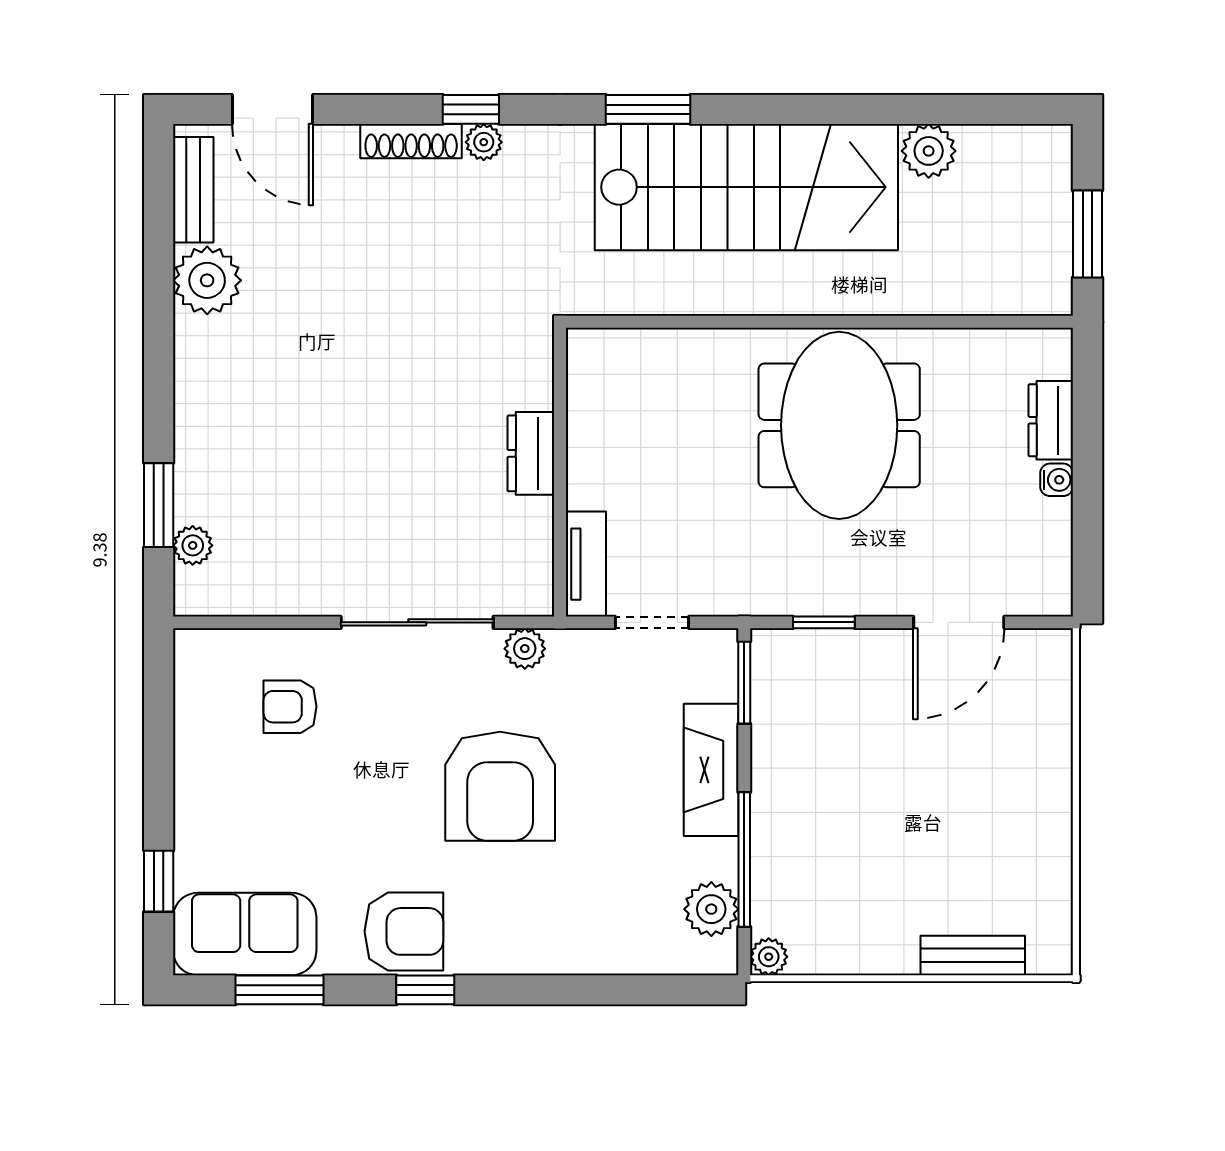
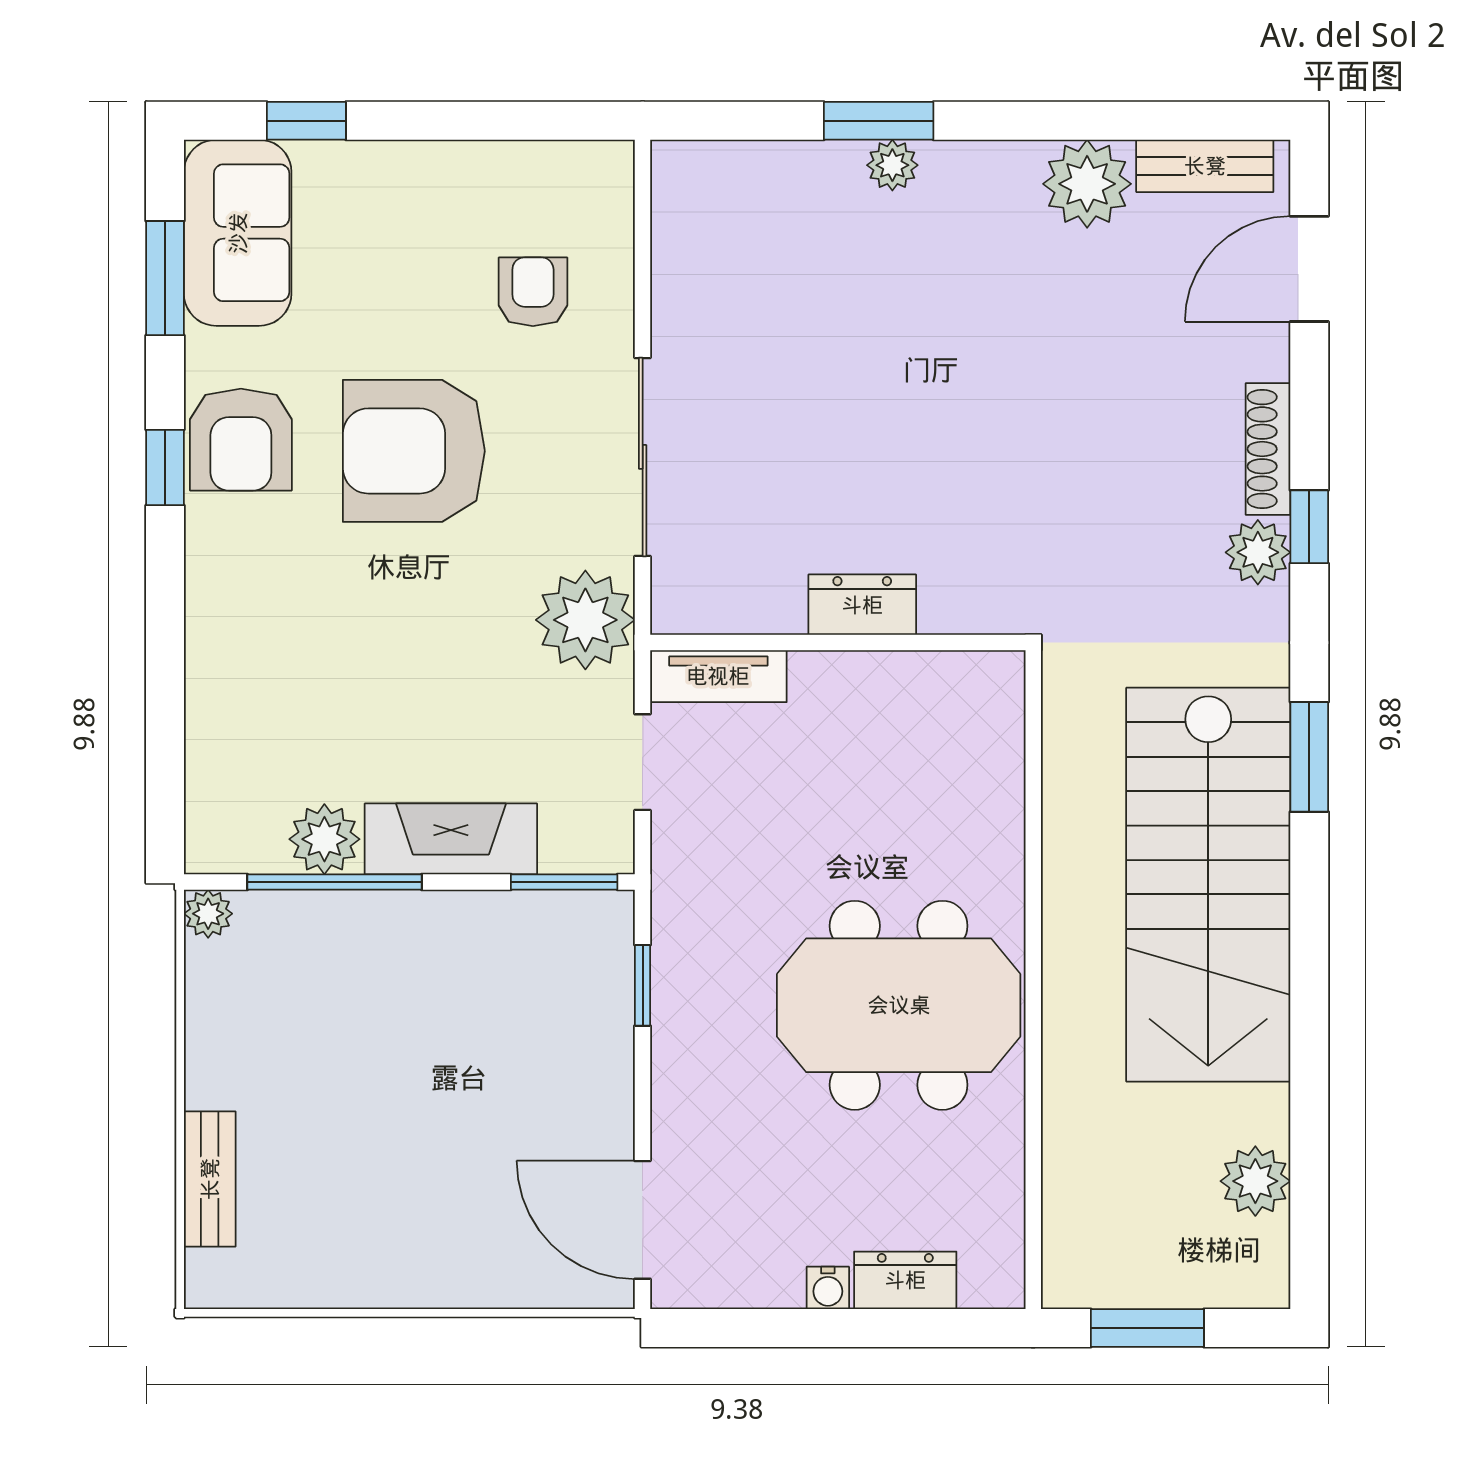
plant: (484, 142) -> (1258, 552), width x1.38, depth x1.38
plant: (929, 151) -> (1255, 1181), moved
window: (159, 505) -> (879, 121), moved
plant: (193, 545) -> (892, 165), moved
door: (959, 622) -> (643, 1220), moved
plant: (525, 649) -> (585, 620), width x1.88, depth x1.88
armchair: (500, 786) -> (414, 451), moved
plant: (711, 909) -> (324, 839), moved

